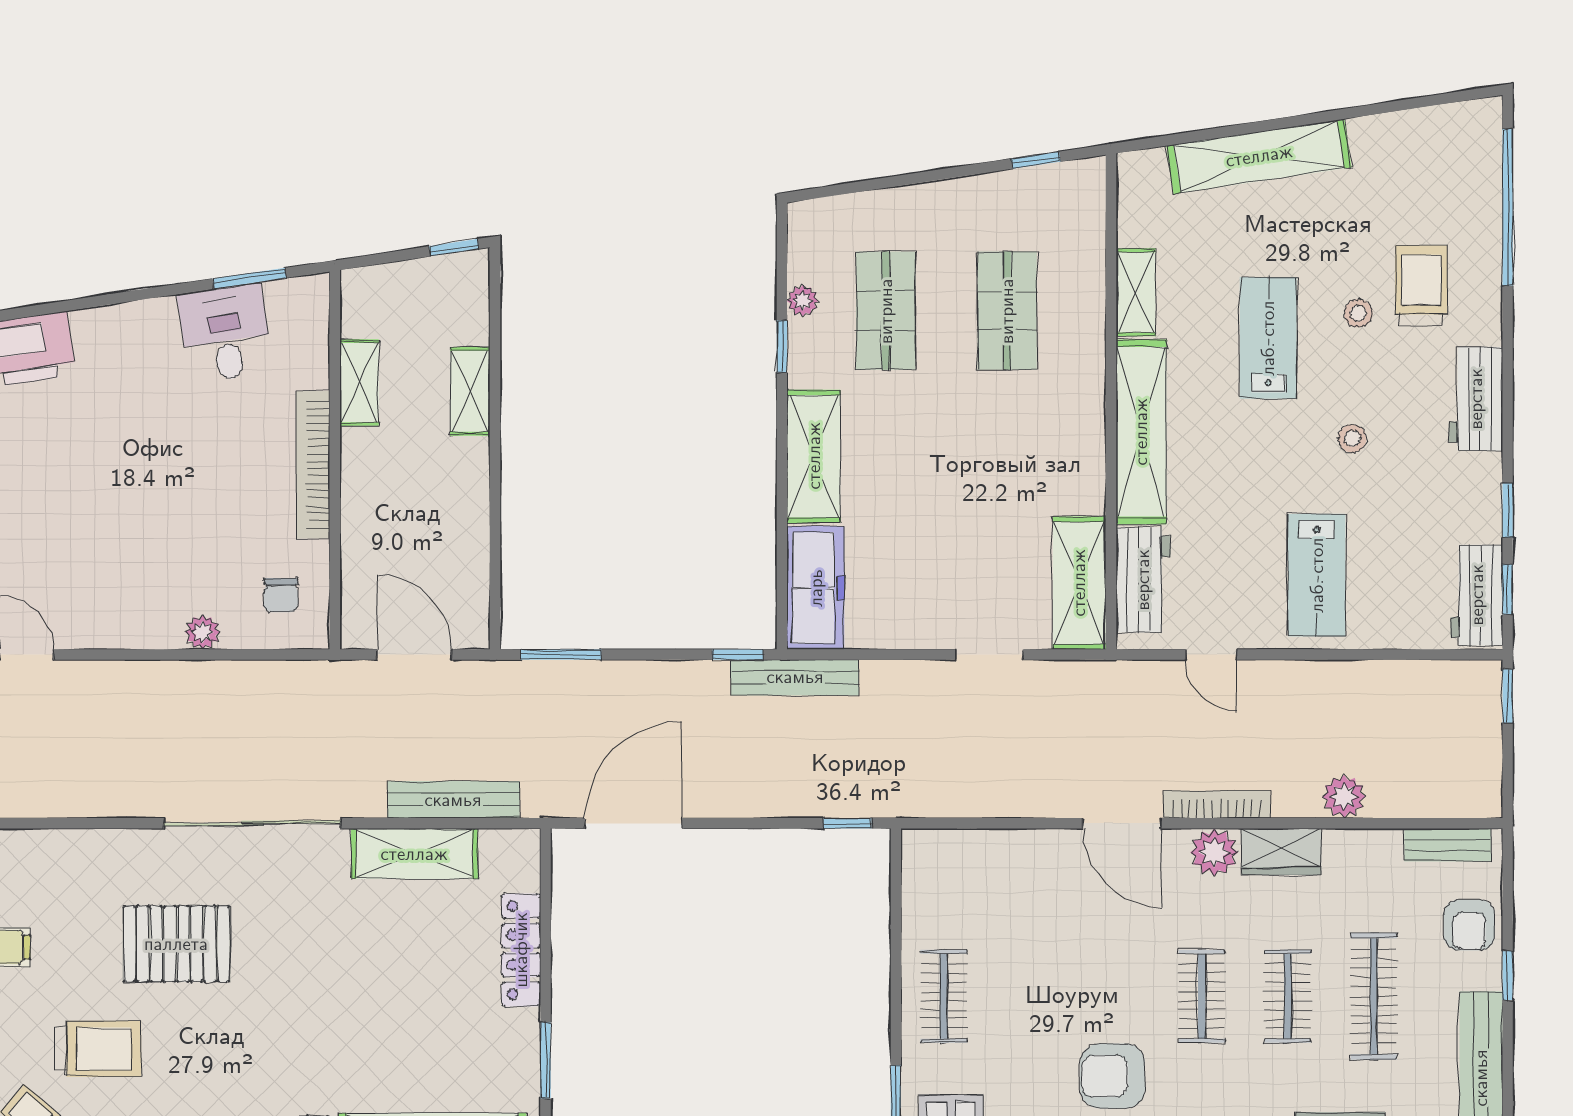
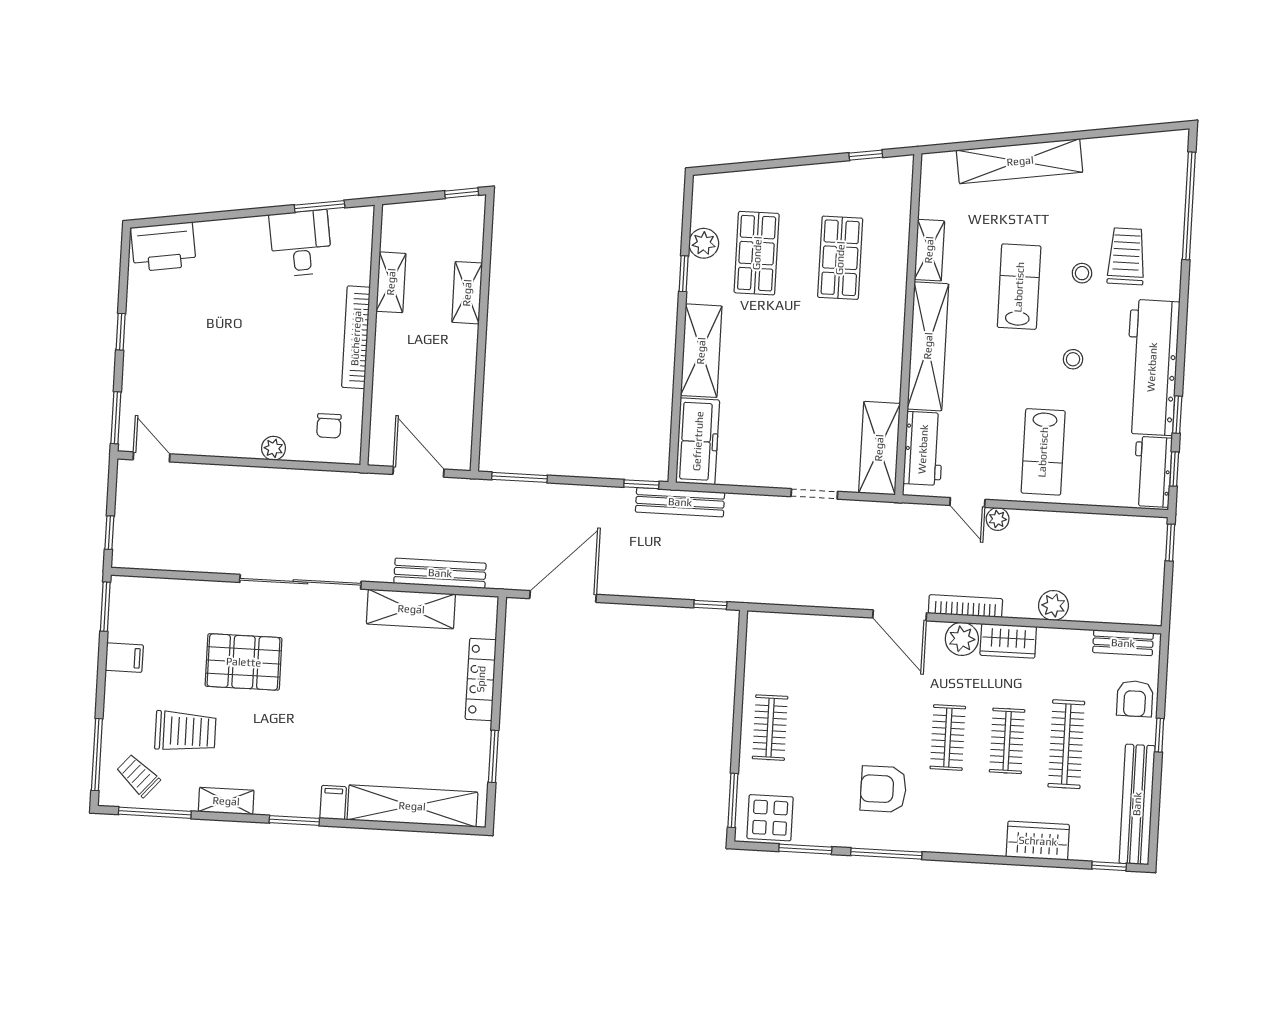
plant: (803, 301) -> (704, 243), width x1.38, depth x1.38
workbench: (1476, 399) -> (1152, 367), width x1.88, depth x1.32
plant: (1256, 676) -> (998, 519), added

